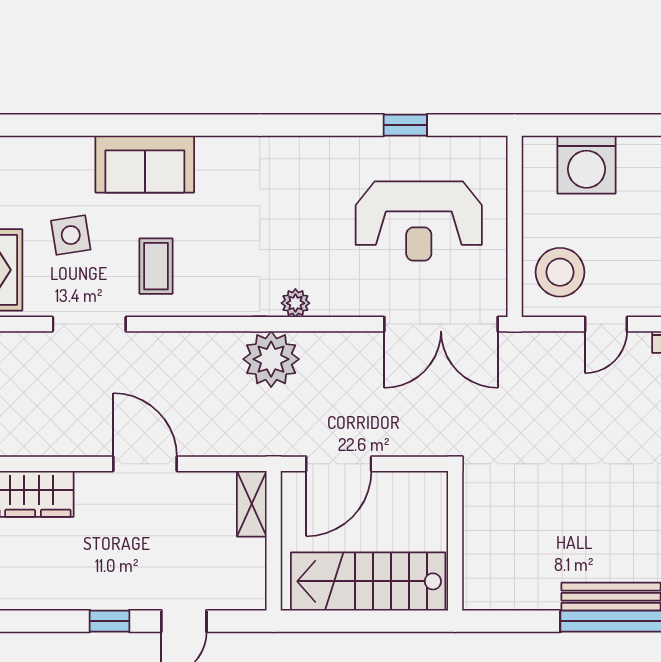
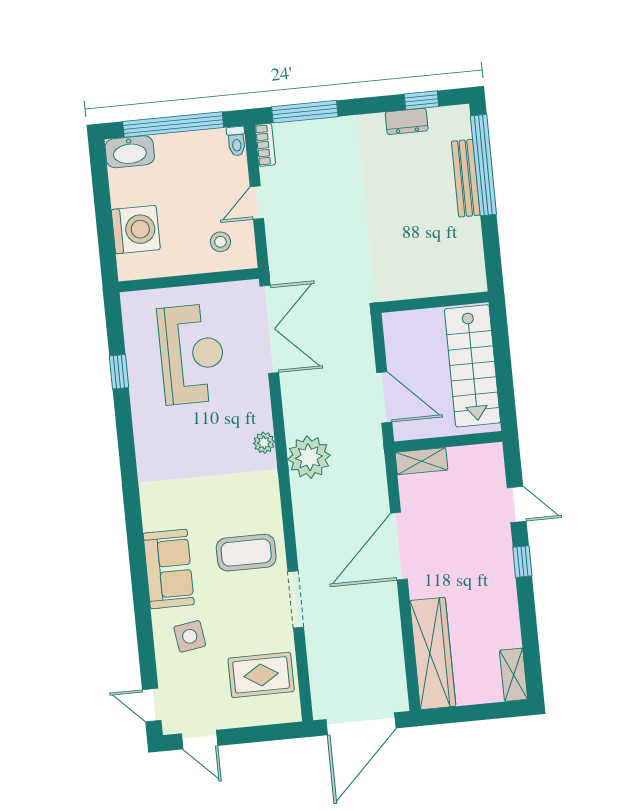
side table: (71, 235) -> (190, 636), moved
coffee table: (156, 266) -> (246, 553), width x1.36, depth x1.30
stool: (560, 272) -> (220, 242), width x0.53, depth x0.53
door: (606, 324) -> (257, 203), swing flipped
door: (145, 464) -> (399, 546), width x1.36

